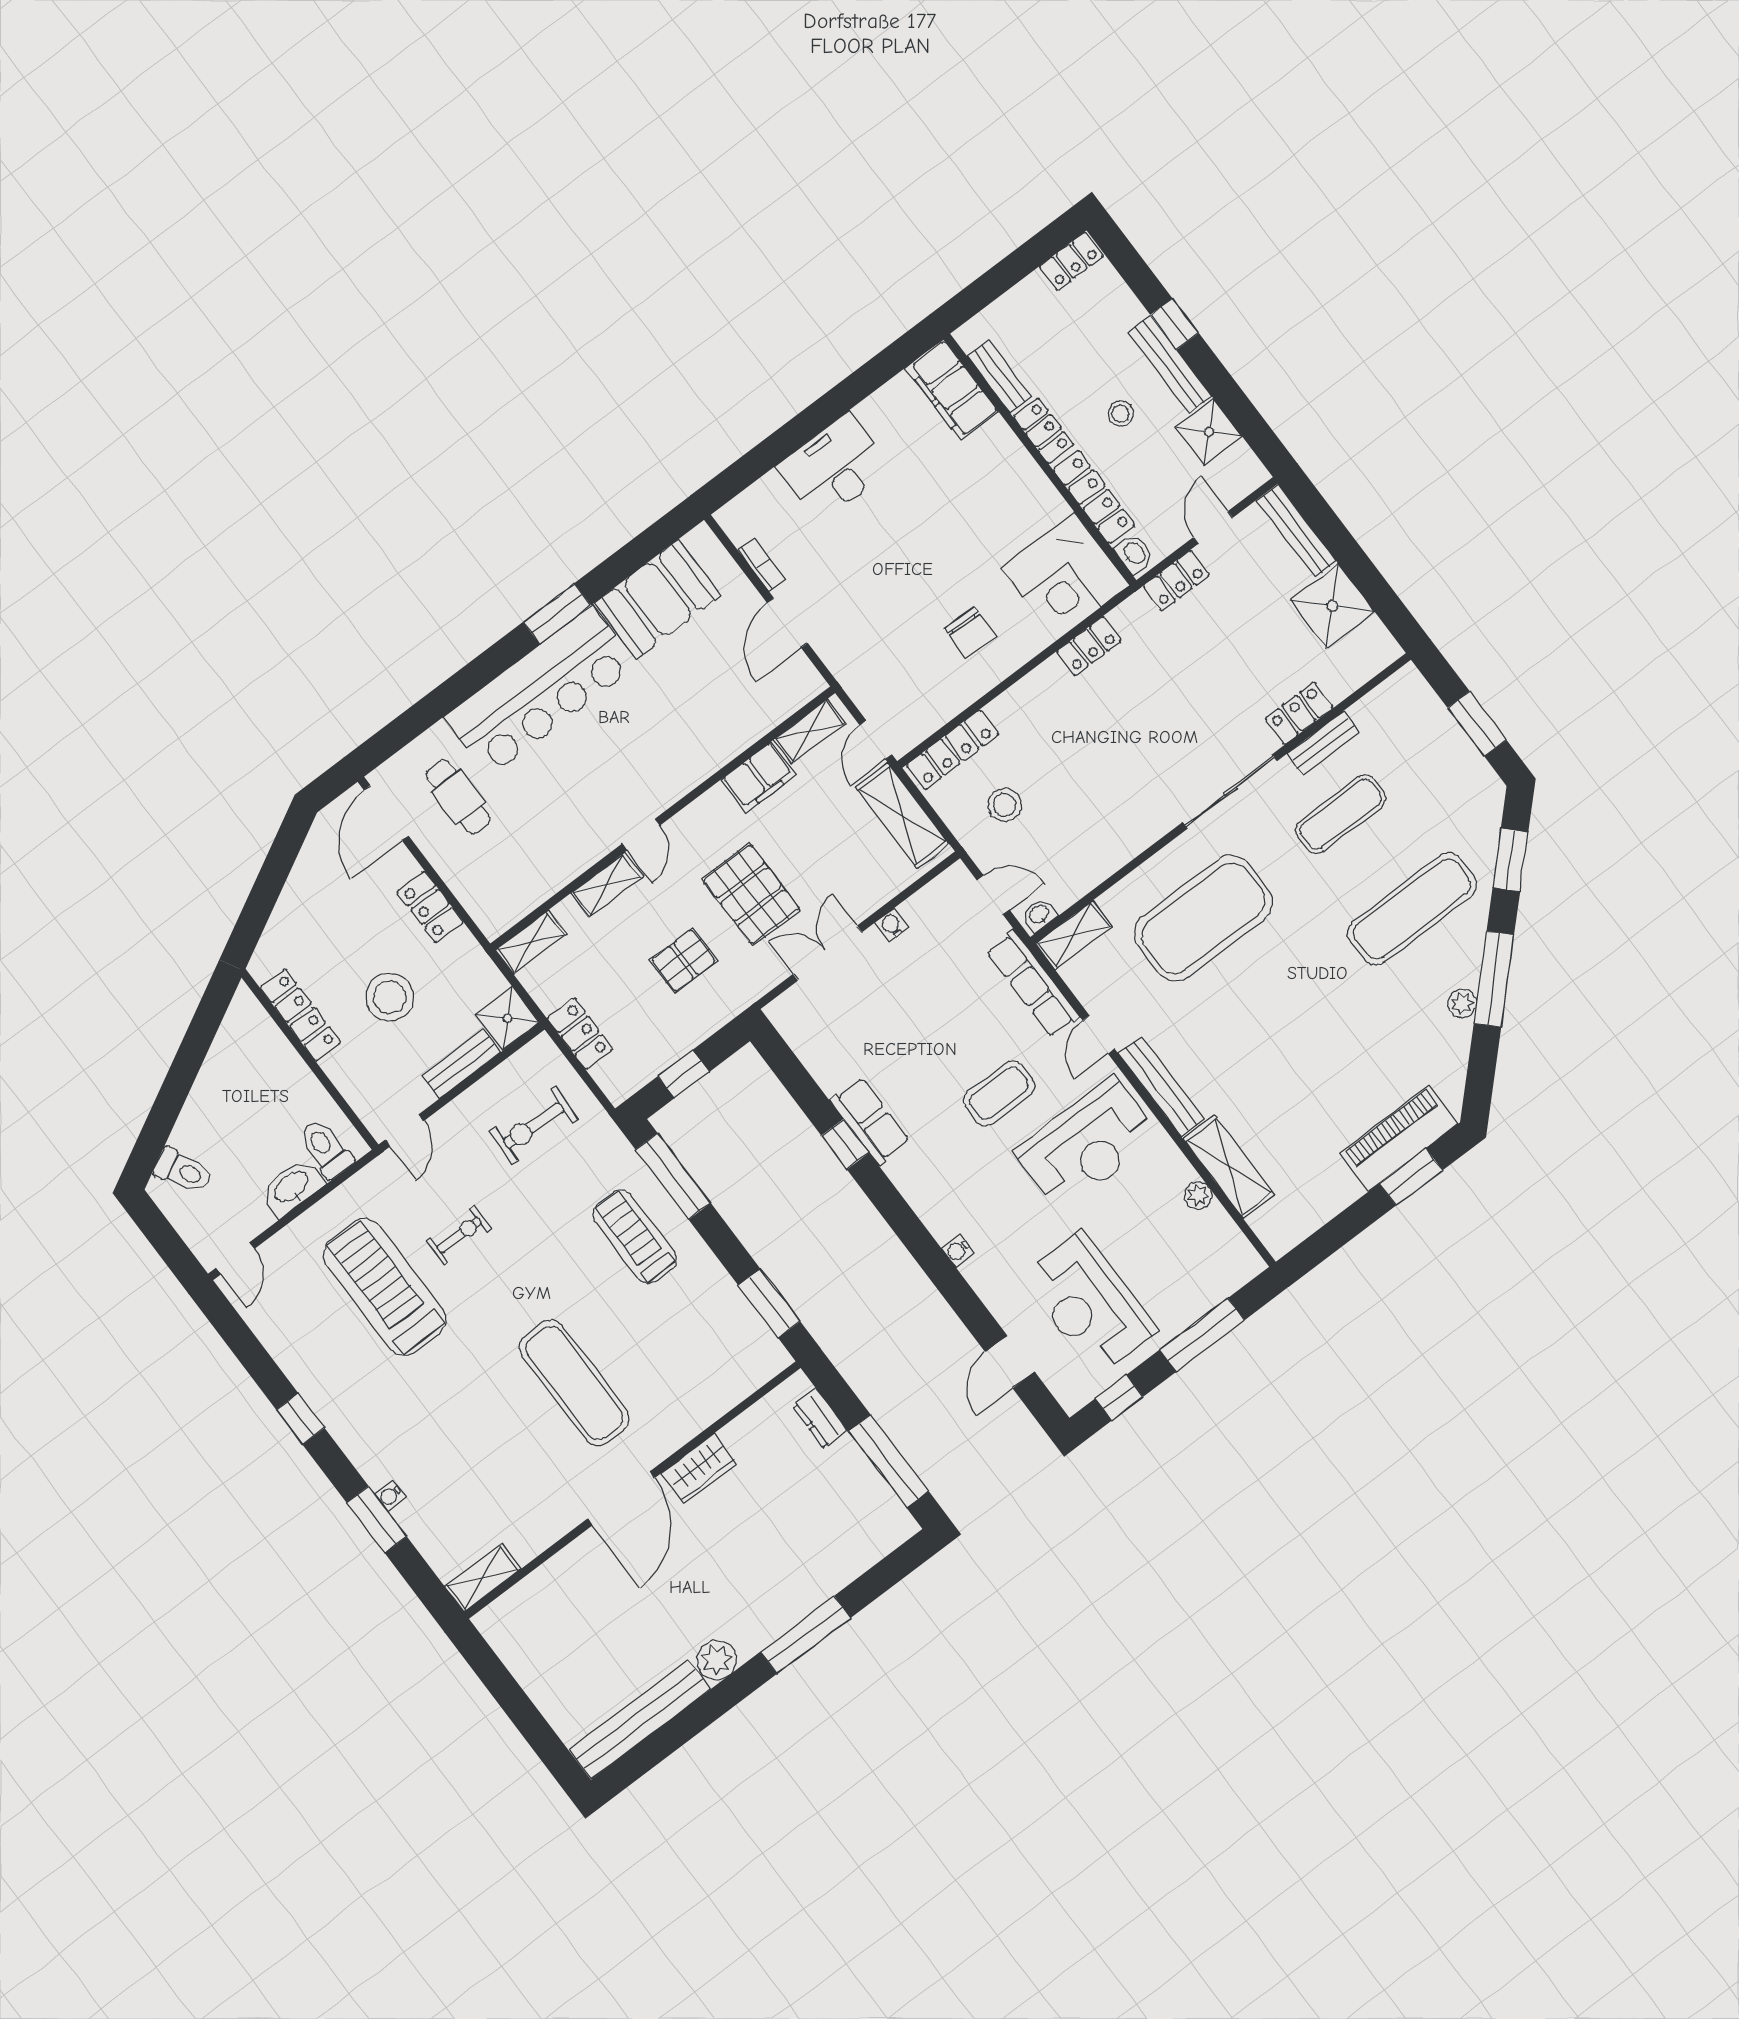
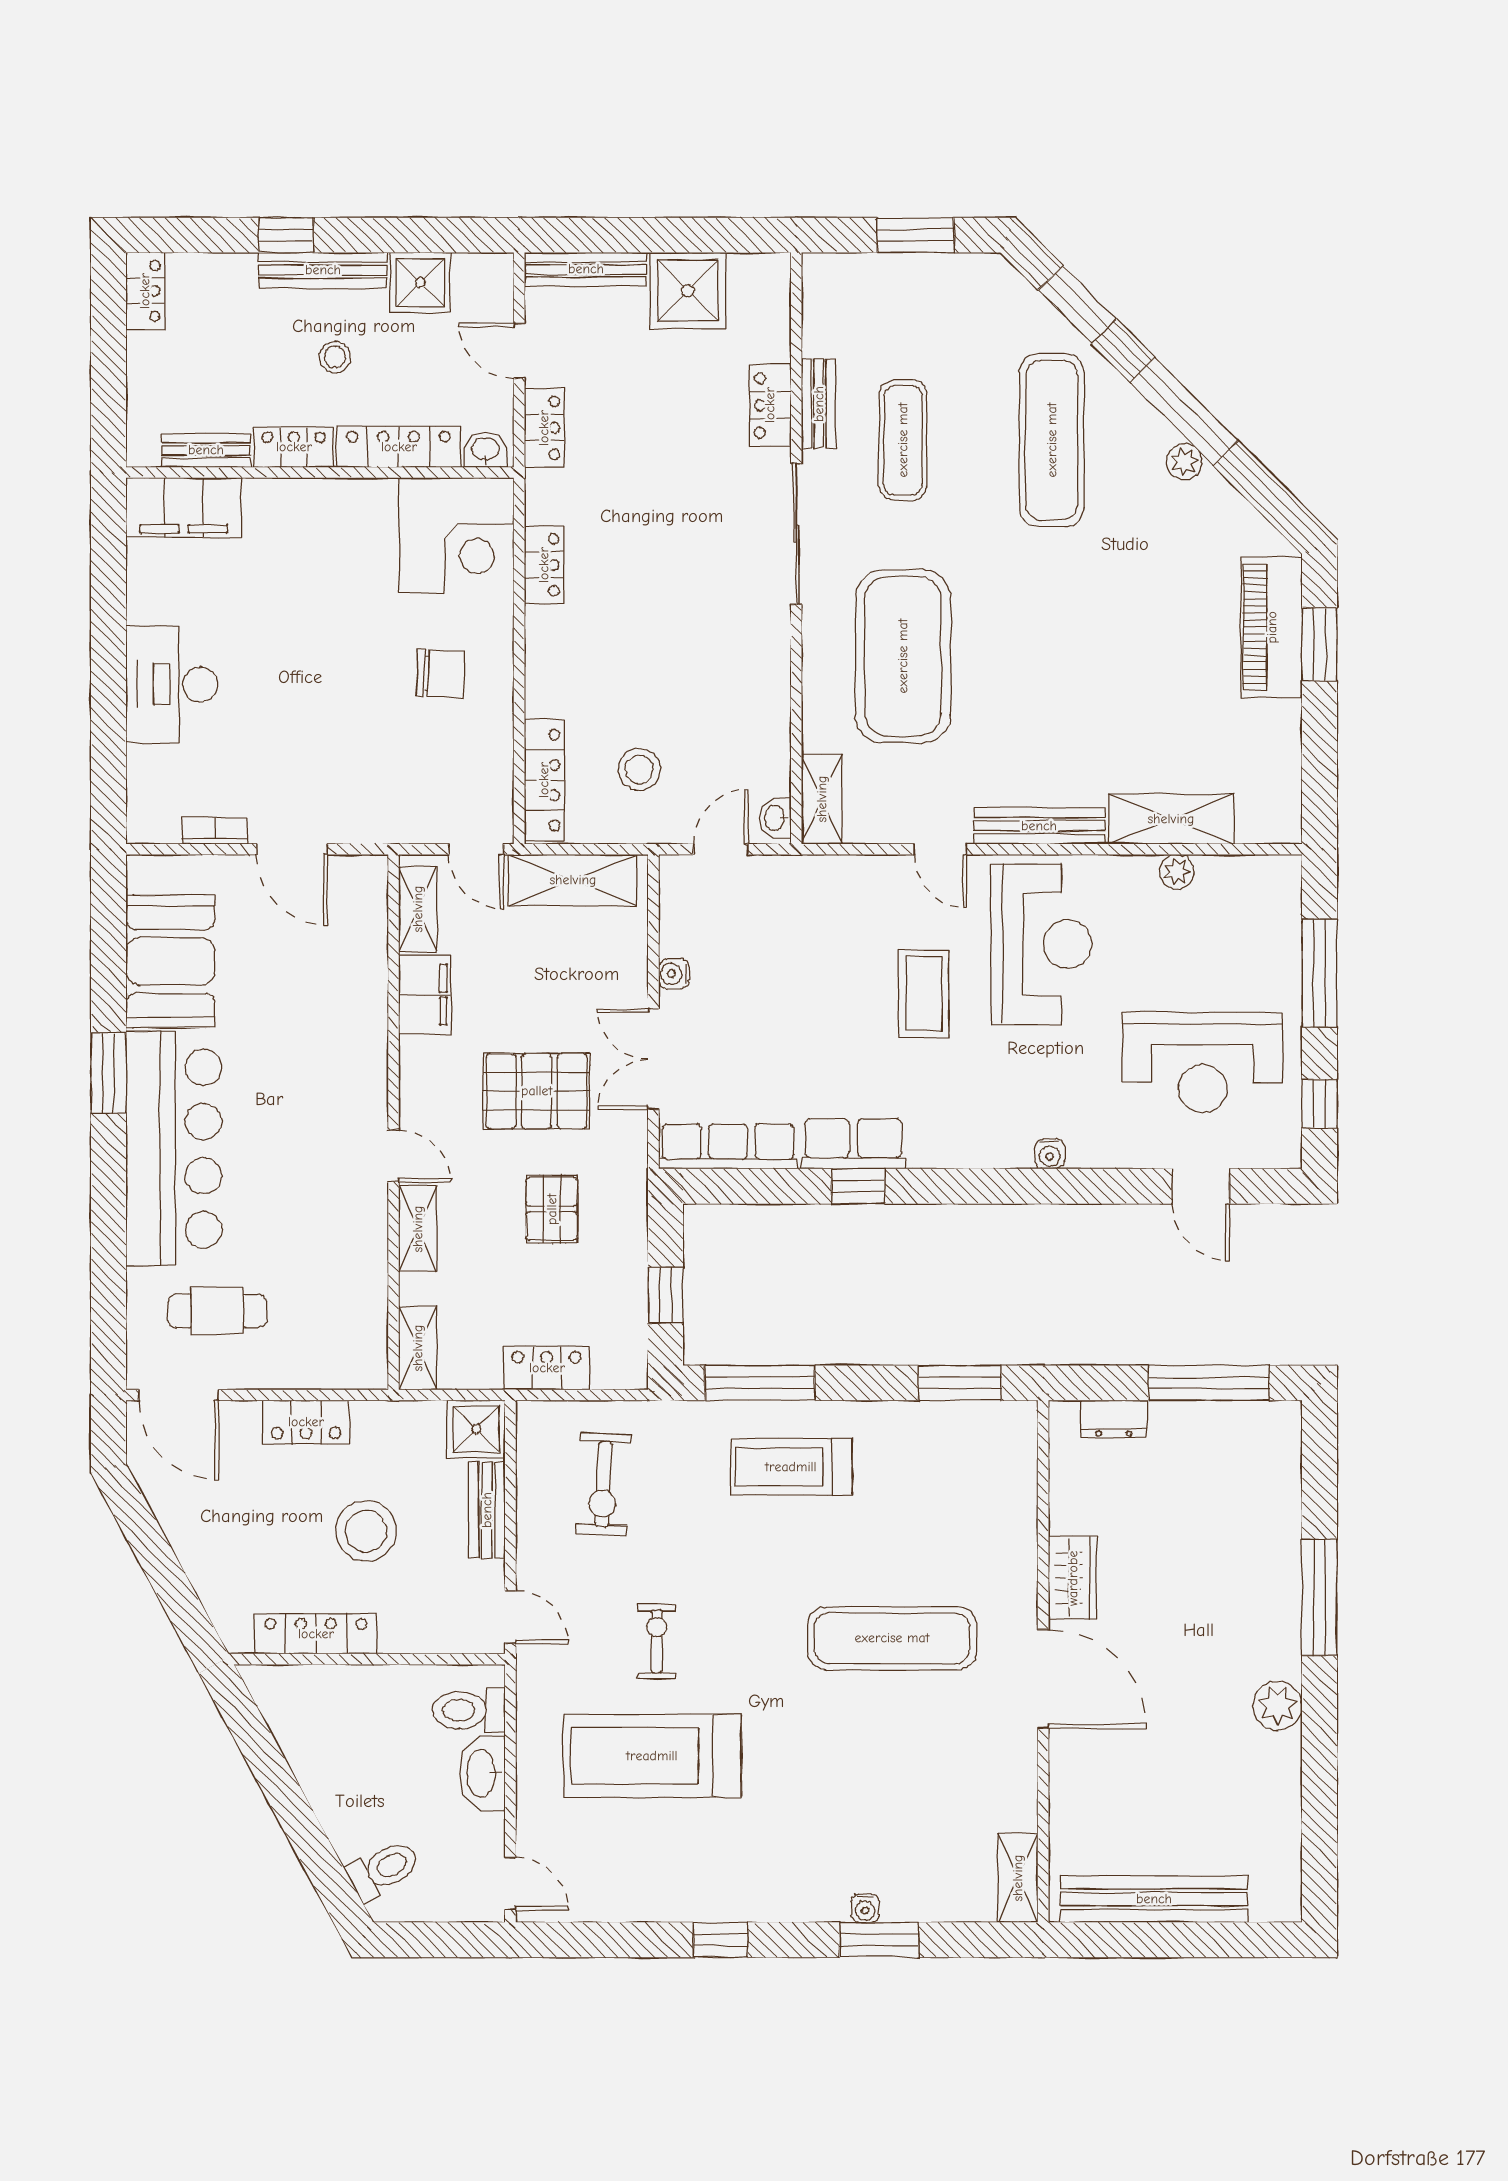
row of seats: (1033, 984) -> (728, 1146), moved, turned 180
bench: (640, 1719) -> (1154, 1899), moved, turned 90

